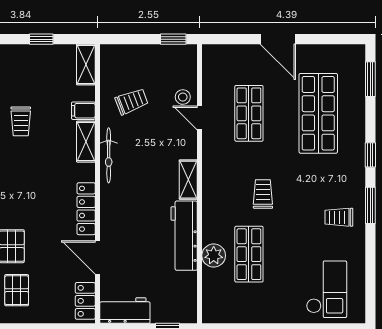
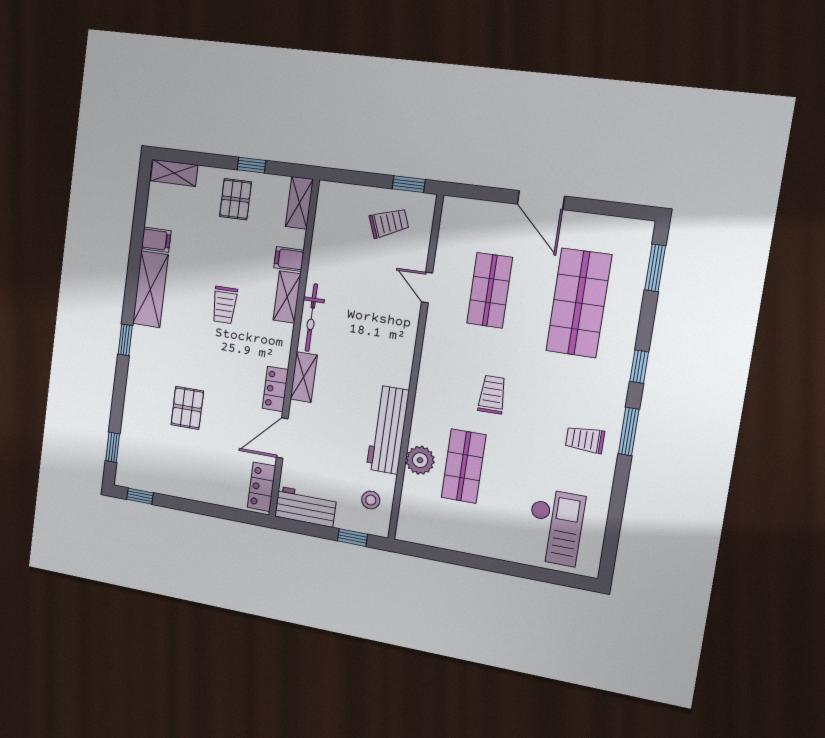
stool: (183, 97) -> (371, 500), moved
trolley: (132, 101) -> (389, 223), moved
trolley: (21, 121) -> (225, 305), moved
shelving: (188, 180) -> (304, 377), moved
locker: (86, 209) -> (275, 389), width x0.66
door: (97, 257) -> (282, 438), hinge flipped
pallet: (17, 290) -> (236, 199), moved

